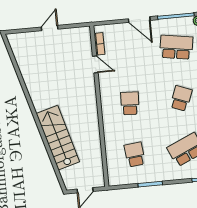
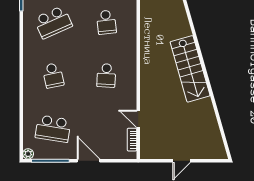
school desk: (181, 98) -> (53, 75), turned -33
stairs: (58, 138) -> (190, 69), moved

